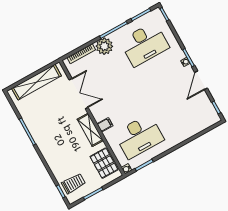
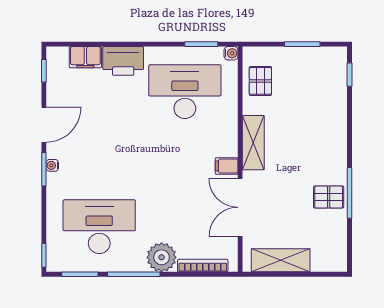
shelving: (36, 82) -> (281, 260), width x0.68
pallet: (37, 124) -> (329, 197), added
filing cabinet: (105, 125) -> (227, 166), moved
filing cabinet: (199, 126) -> (85, 57), added
printer: (179, 135) -> (123, 61), added
pallet: (104, 163) -> (260, 81), width x0.67, depth x0.71
trolley: (74, 183) -> (324, 76), removed

